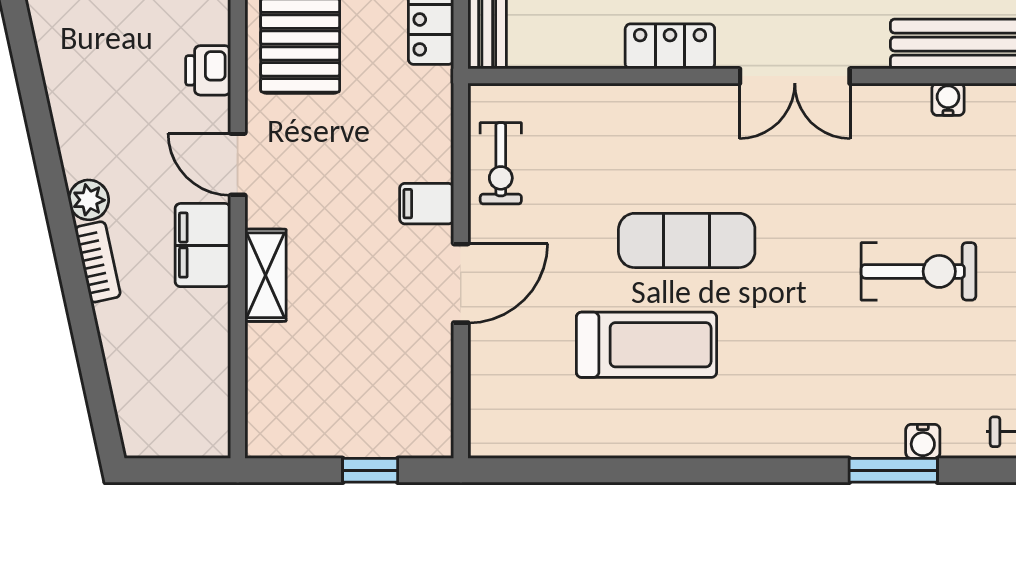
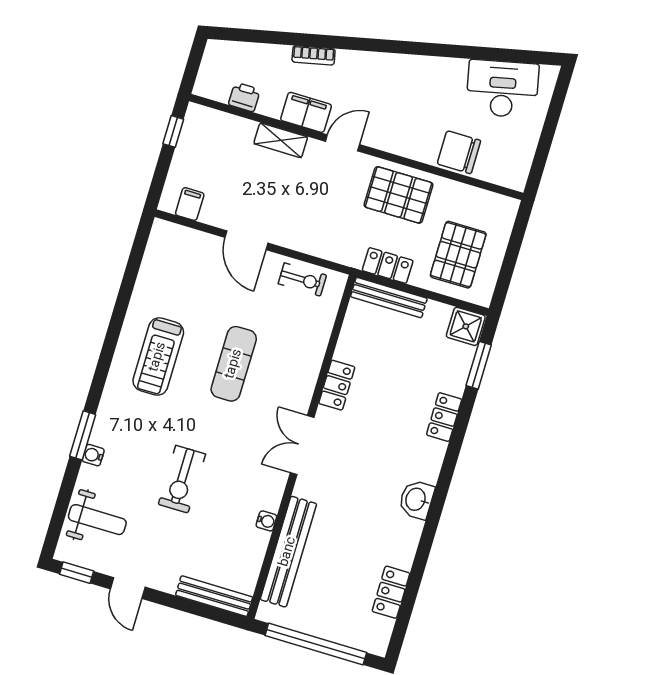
printer: (208, 70) -> (244, 97), moved
exercise bike: (501, 163) -> (302, 279), turned 180
plant: (89, 200) -> (347, 60), removed
filing cabinet: (427, 204) -> (190, 204), moved
treadmill: (647, 345) -> (158, 357), moved
window: (370, 470) -> (173, 131), moved

